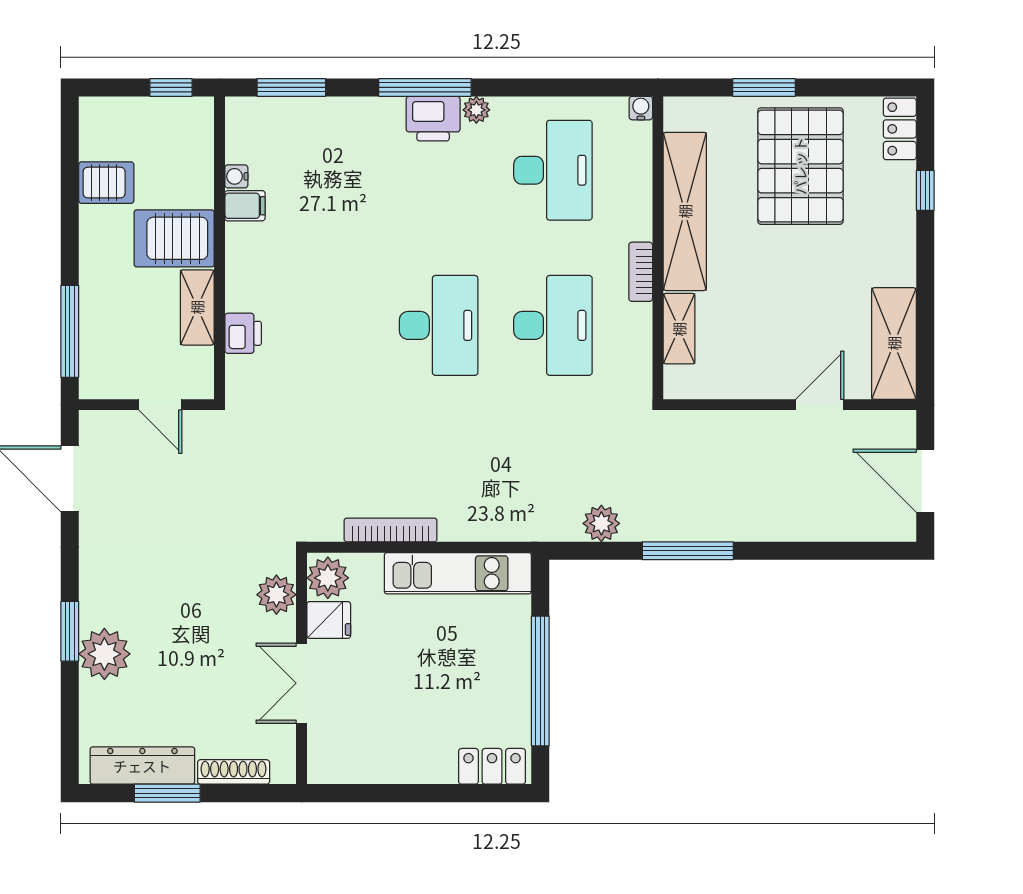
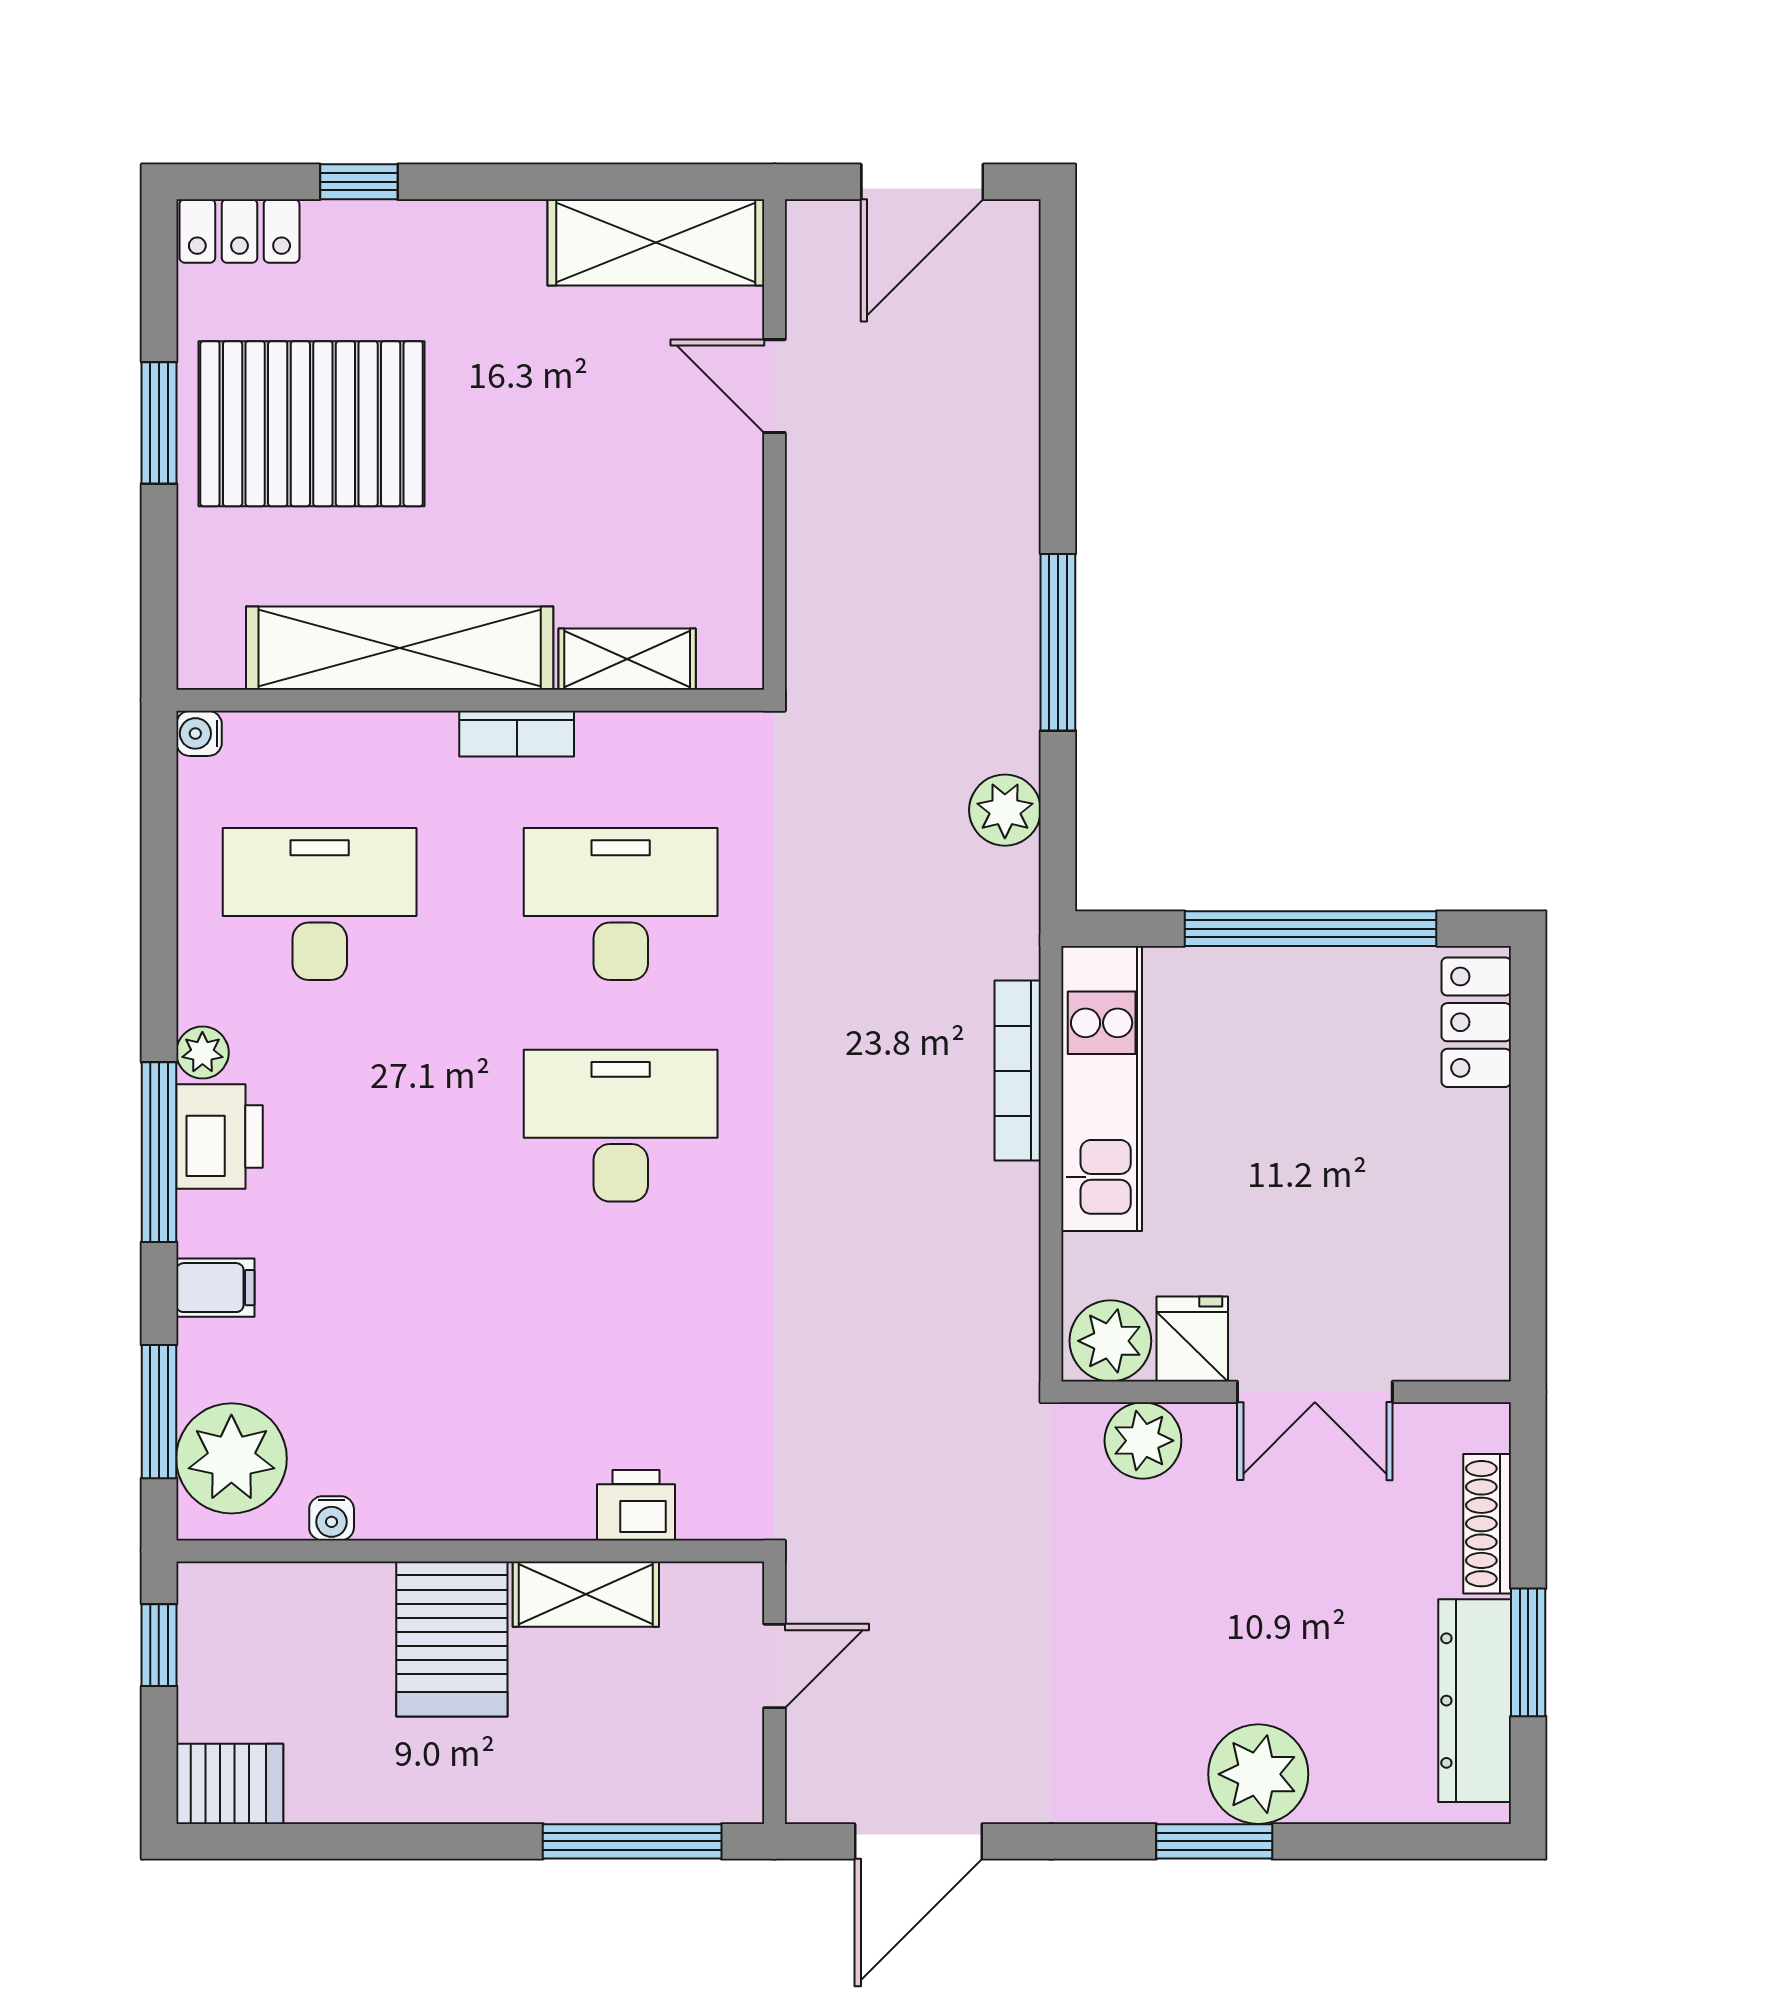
window: (764, 87) -> (159, 423), moved
plant: (267, 125) -> (231, 1458), added
server rack: (106, 183) -> (230, 1784), moved, turned 90
filing cabinet: (245, 206) -> (215, 1288), moved, turned 90
bookcase: (390, 530) -> (1018, 1071), moved

